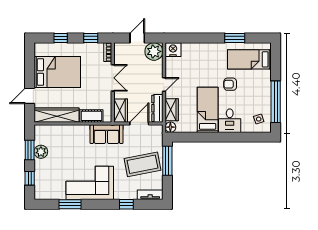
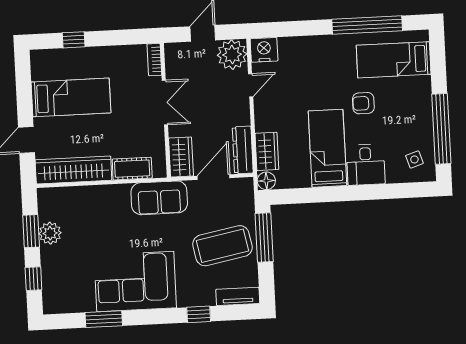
window: (91, 38) -> (124, 37), removed
window: (235, 38) -> (367, 25), width x2.11
bed: (57, 72) -> (71, 97), width x0.67
door: (164, 84) -> (251, 85), moved

